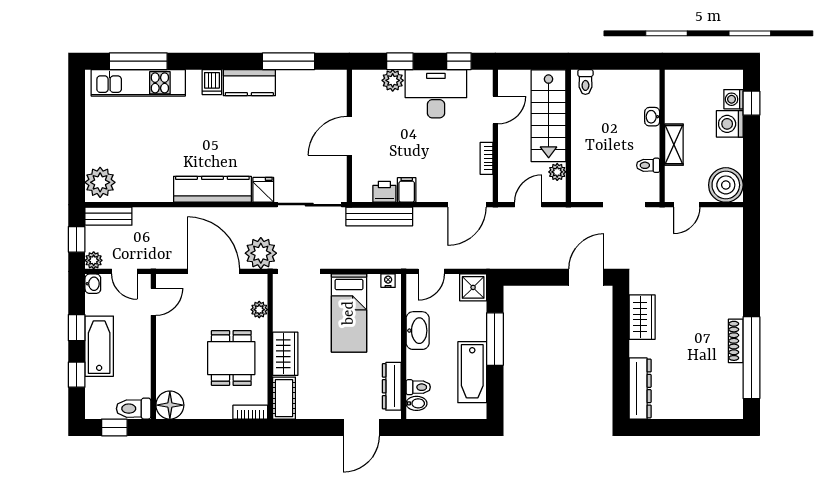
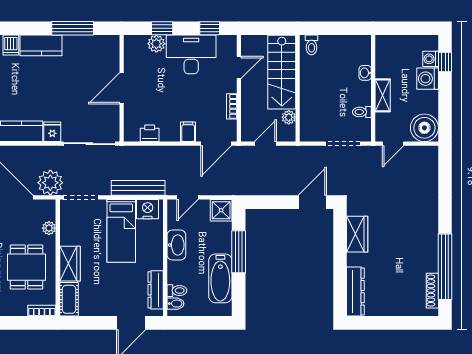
filing cabinet: (407, 190) -> (188, 132), moved
bench: (379, 217) -> (138, 188), moved
nightstand: (388, 281) -> (148, 209), width x1.89, depth x1.79
shoe rack: (736, 341) -> (432, 291), moved

